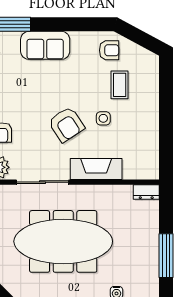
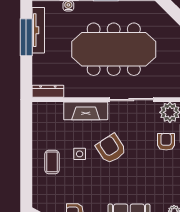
coffee table: (120, 85) -> (52, 162), moved
dresser: (146, 192) -> (48, 91), width x1.44
tv unit: (152, 264) -> (38, 30), added

